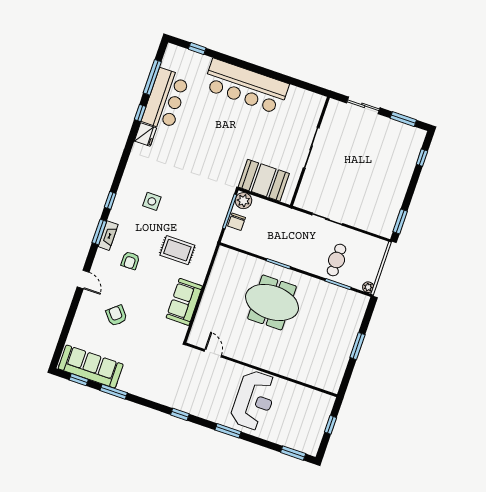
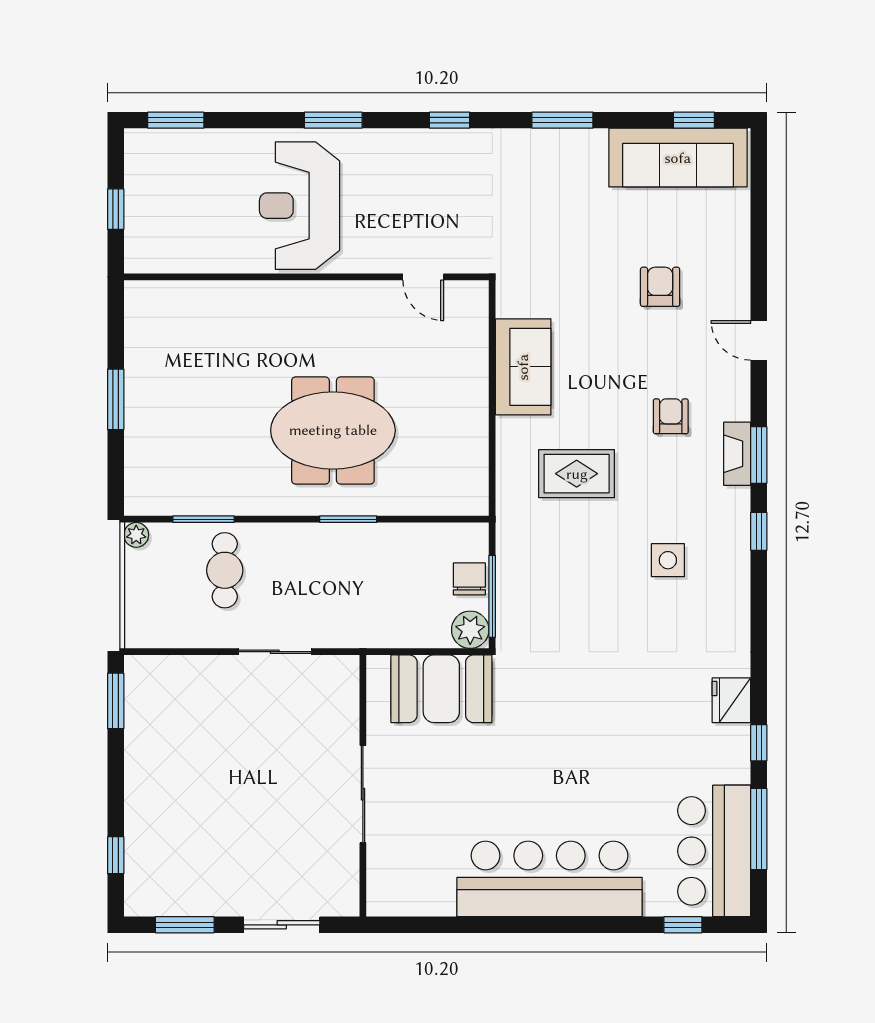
bar counter: (165, 99) -> (714, 851), moved
armchair: (116, 316) -> (660, 287), turned -140
window: (114, 392) -> (562, 120), moved

